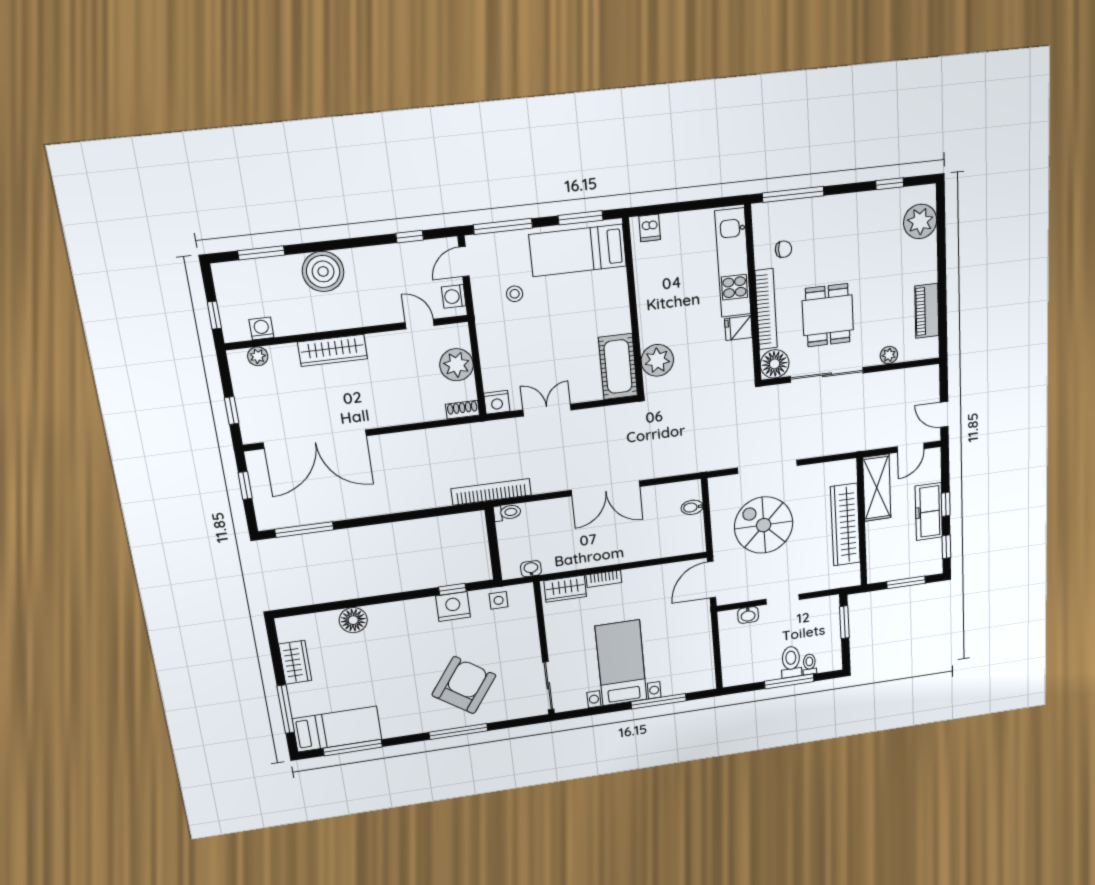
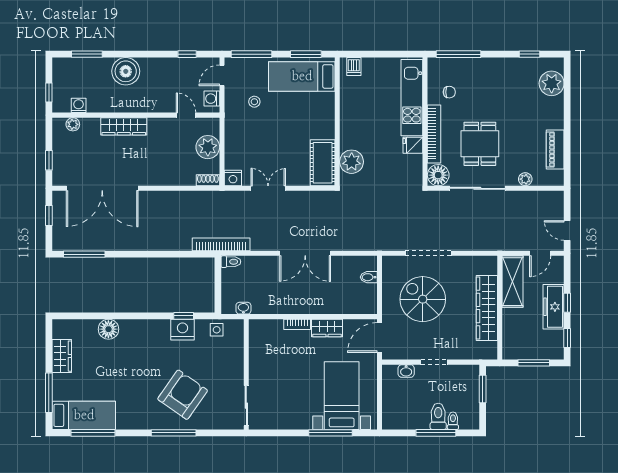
wardrobe: (565, 589) -> (327, 328), moved
bed with nightstands: (621, 663) -> (342, 396), moved

